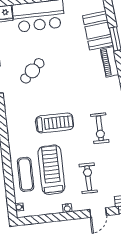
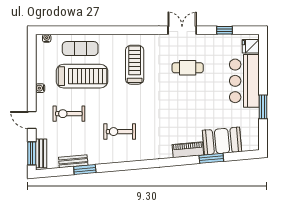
cafe table: (32, 71) -> (188, 68), turned -48
treadmill: (55, 123) -> (135, 65), moved, turned 180
exercise bike: (88, 178) -> (69, 114), turned 180

